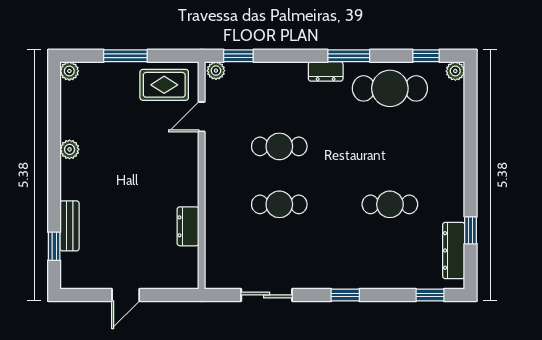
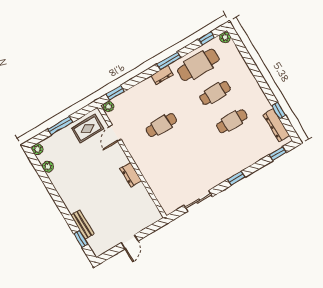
plant: (70, 149) -> (48, 167), moved
cafe table: (279, 204) -> (215, 93), moved
dresser: (188, 226) -> (131, 175), moved

